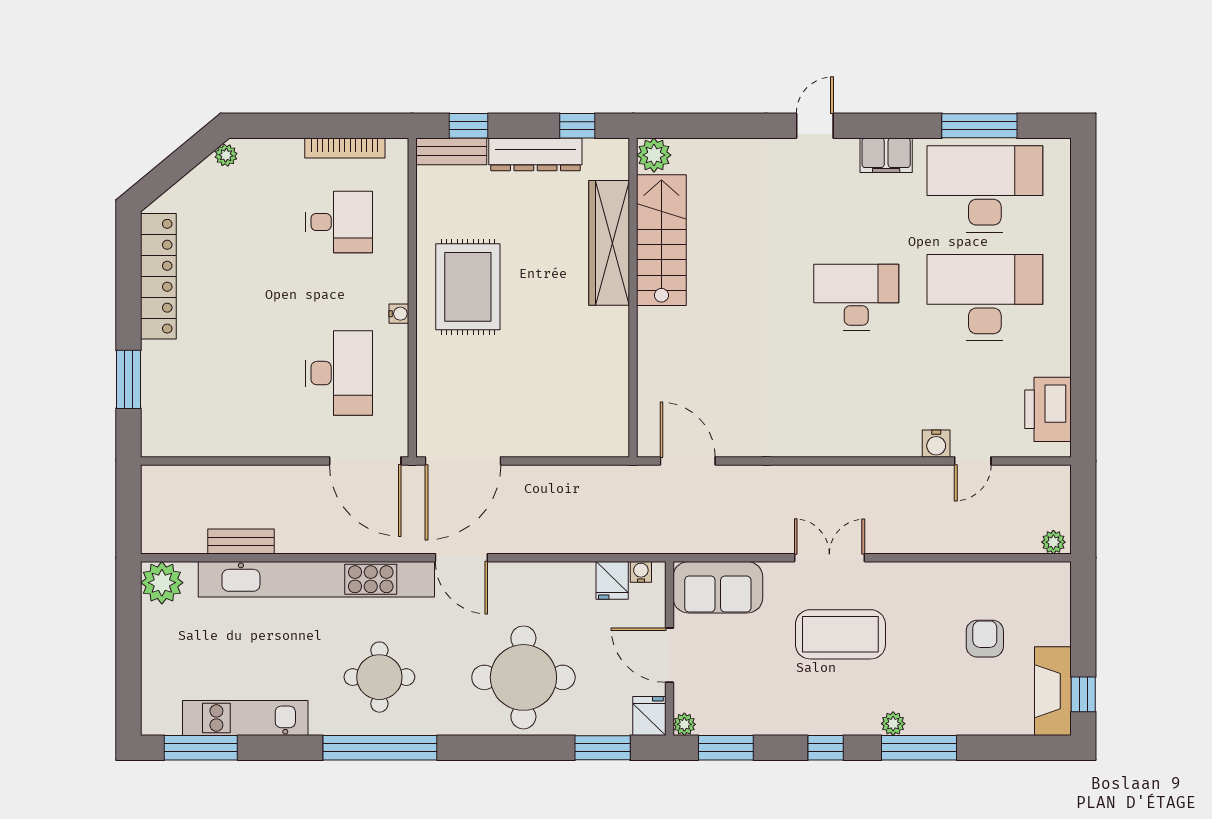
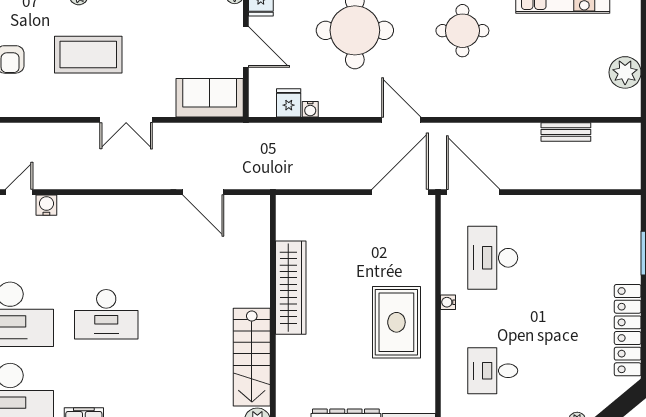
wardrobe: (609, 243) -> (291, 288), moved
door: (688, 461) -> (203, 192), moved
water cooler: (641, 572) -> (310, 109), moved
kitchen unit: (316, 579) -> (510, 104), removed
plant: (162, 583) -> (625, 72), moved
coffee table: (840, 634) -> (88, 55), moved

